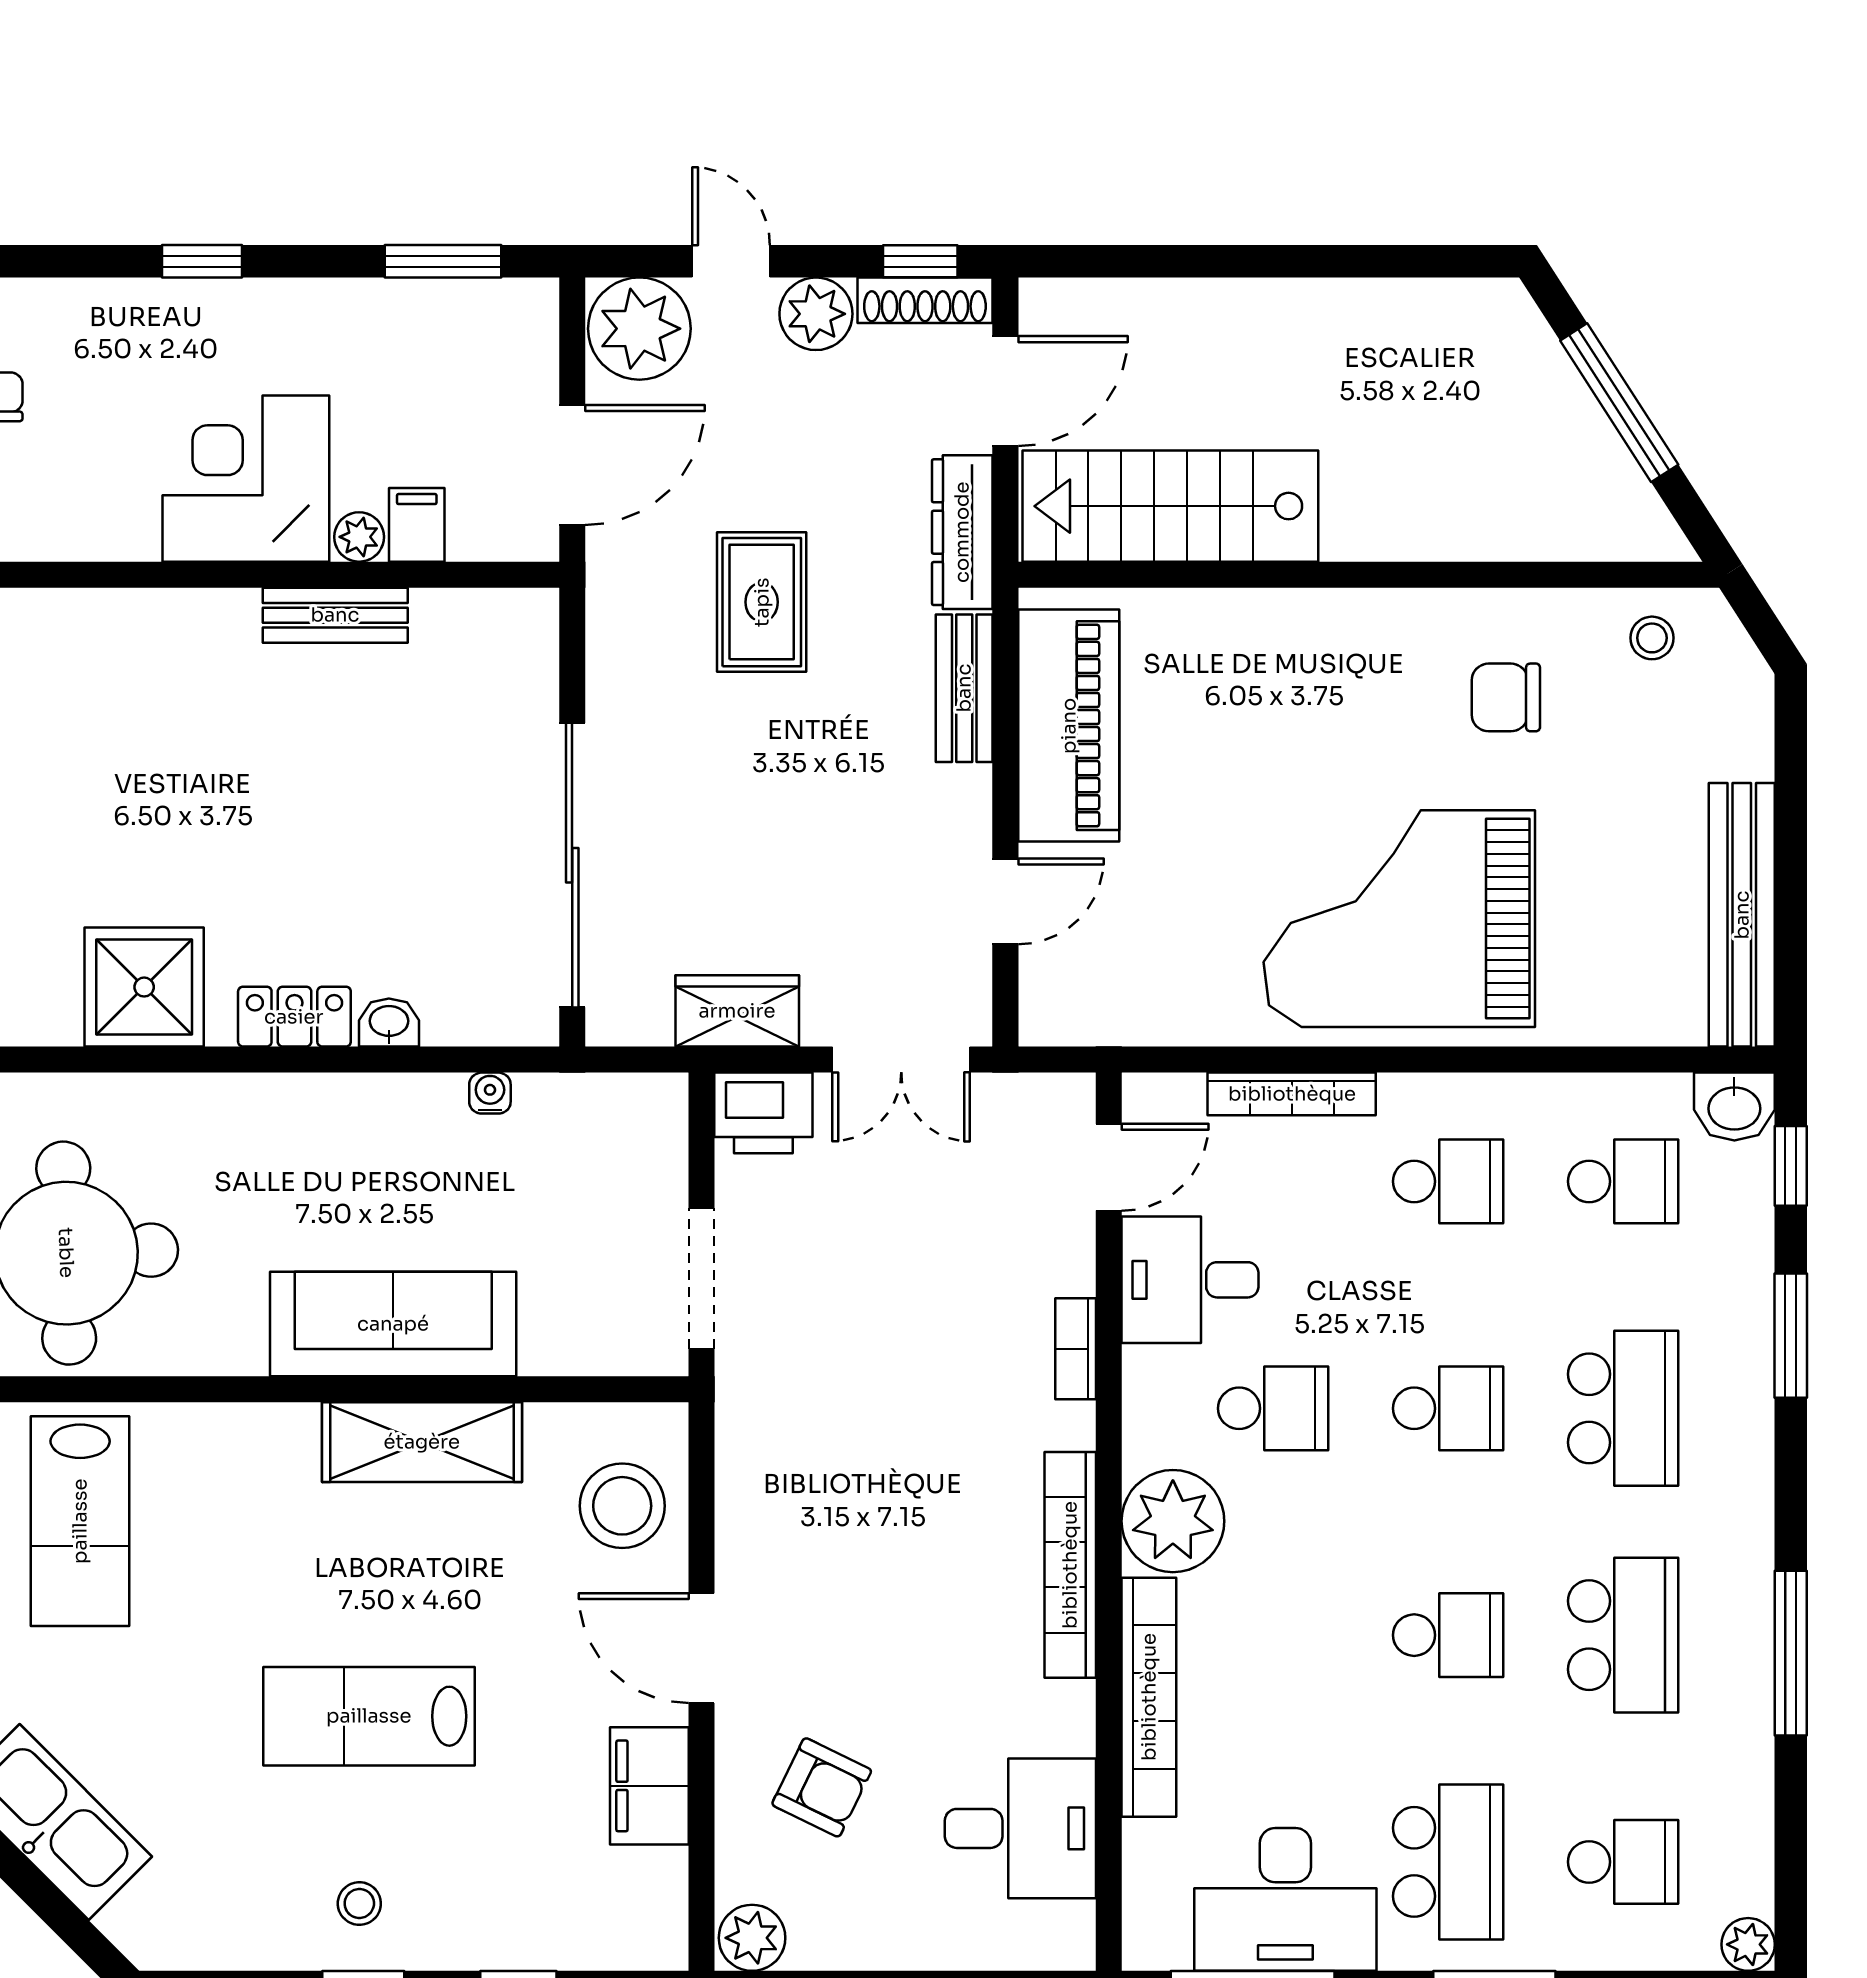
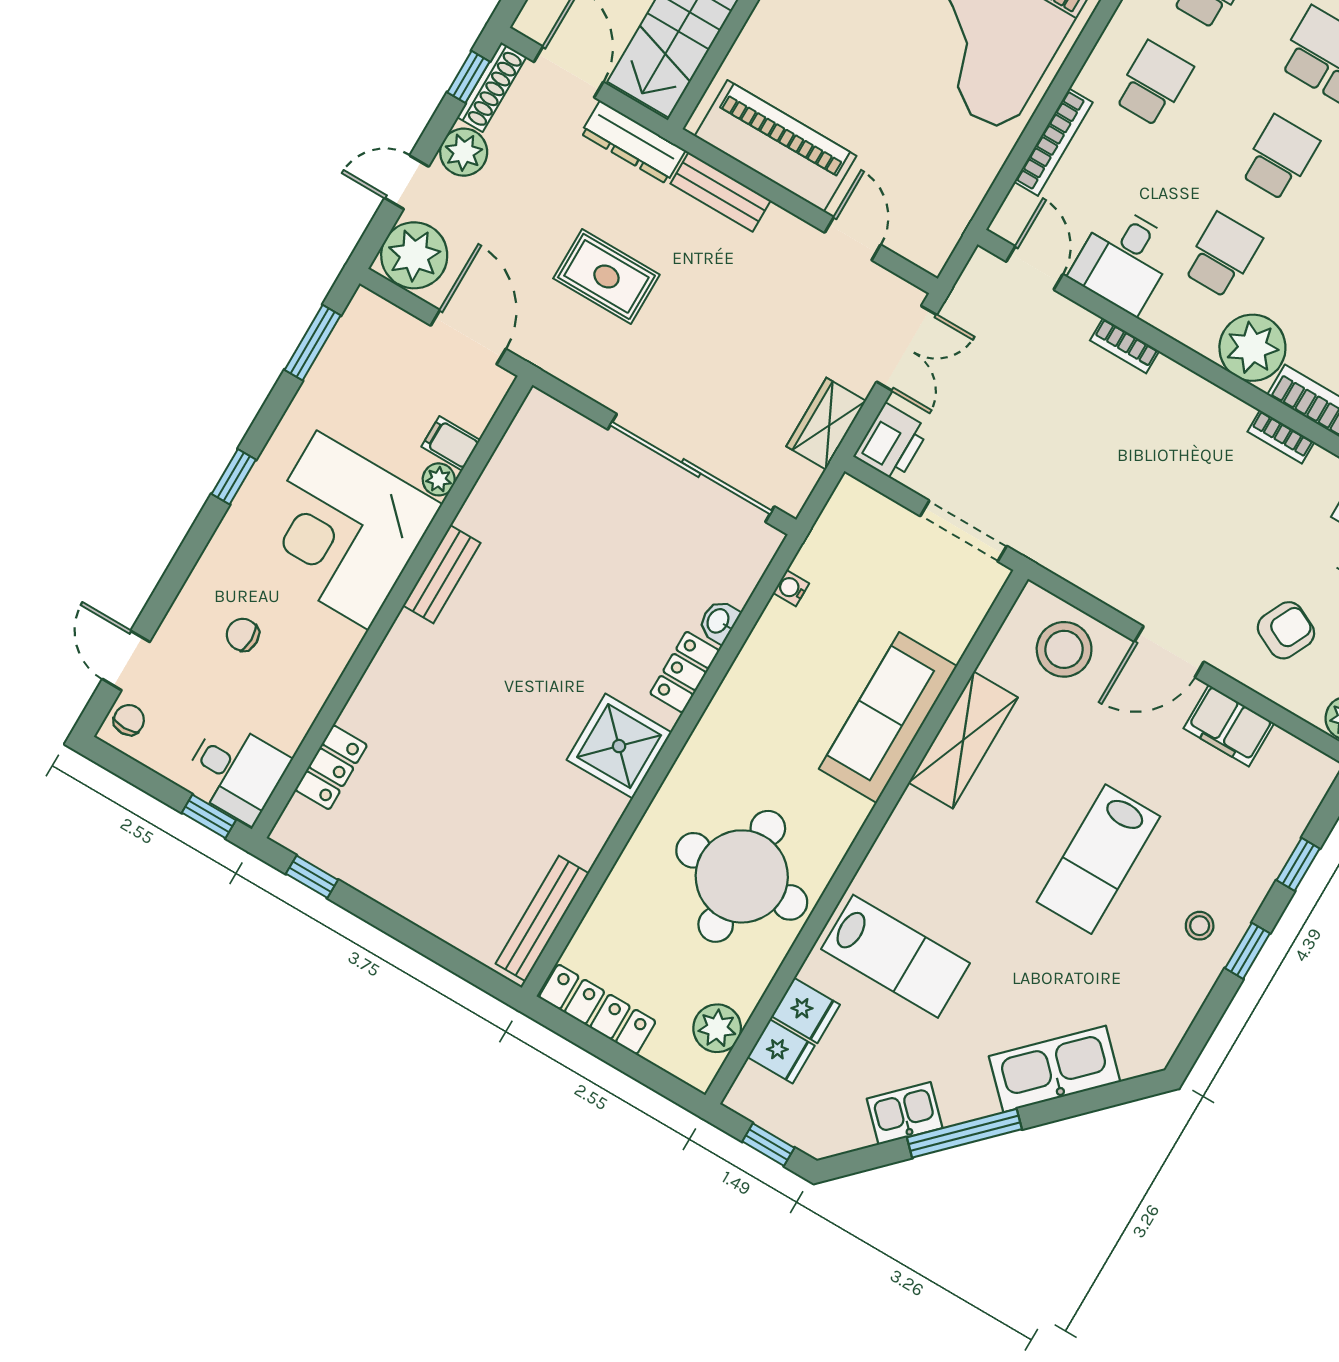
corner desk: (246, 479) -> (343, 530), width x1.36, depth x1.36
bench: (335, 615) -> (442, 574), moved
bookcase: (1070, 1565) -> (1281, 437), width x0.43, depth x0.76

